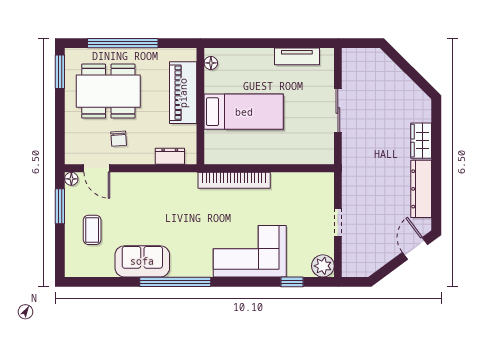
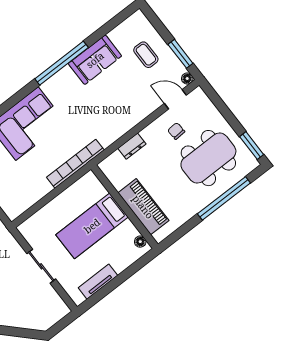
floor lamp: (211, 63) -> (140, 242), moved
piano: (183, 93) -> (143, 207), moved
wall: (200, 106) -> (125, 207), moved
bed: (244, 112) -> (92, 226), moved

